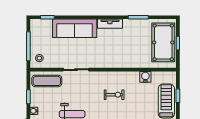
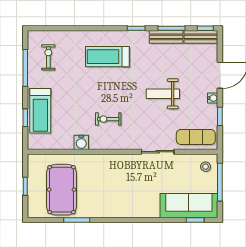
tv unit: (110, 24) -> (114, 212), removed
sofa: (75, 28) -> (189, 206), moved
pool table: (163, 42) -> (62, 190), moved
water cooler: (145, 77) -> (81, 142), moved

